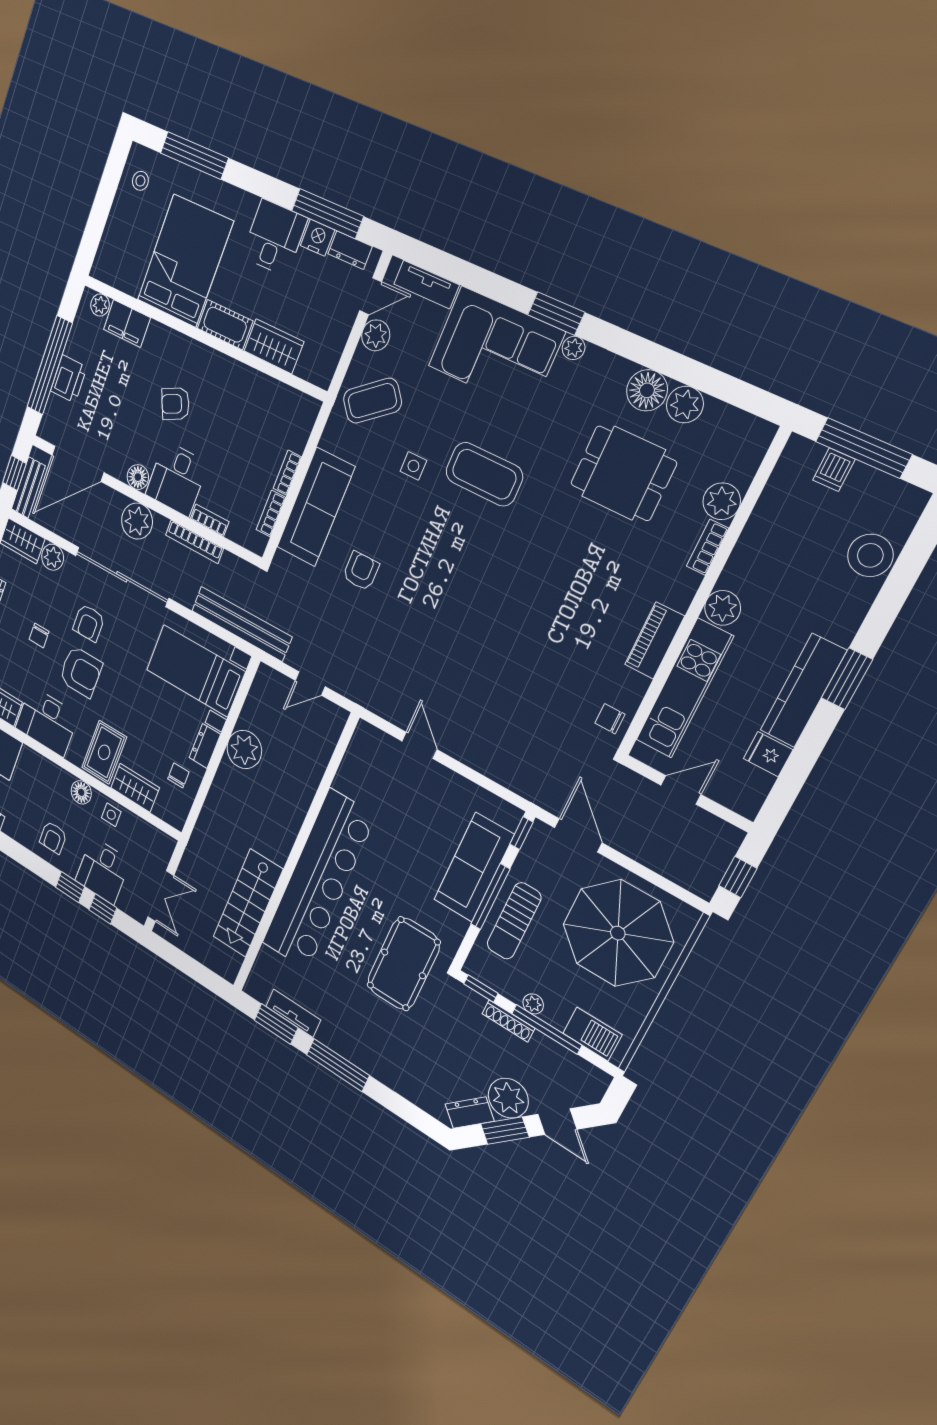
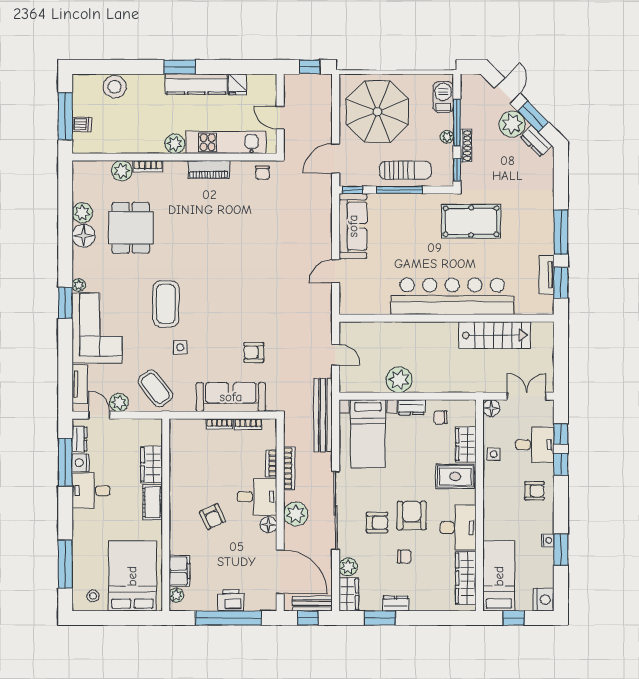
bed: (185, 261) -> (132, 576), moved, turned 90
floor lamp: (81, 792) -> (491, 408), moved
sofa: (474, 867) -> (353, 226), moved, turned -90

